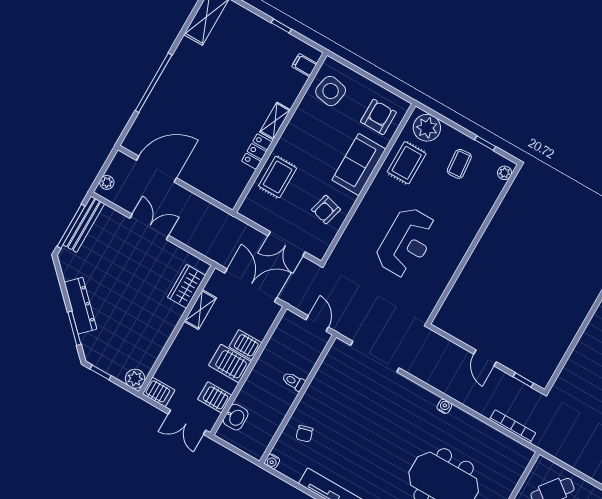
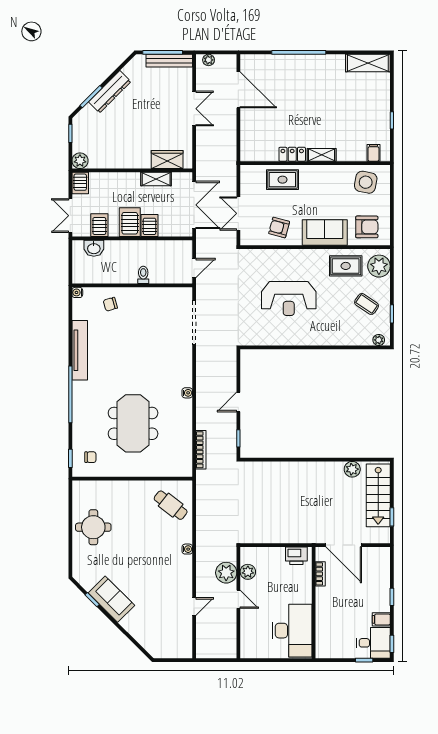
coffee table: (459, 164) -> (367, 304), turned 39

